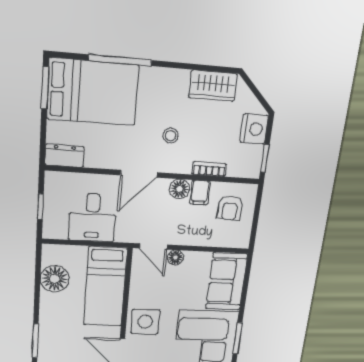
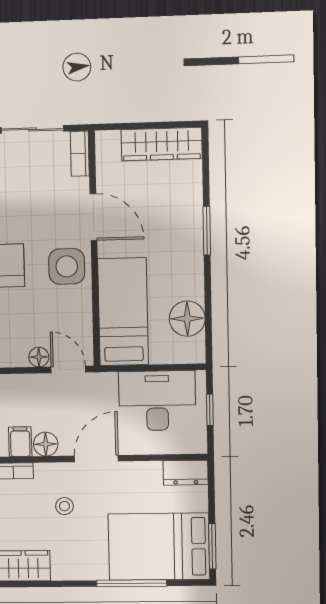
desk: (92, 218) -> (157, 401), width x1.37

